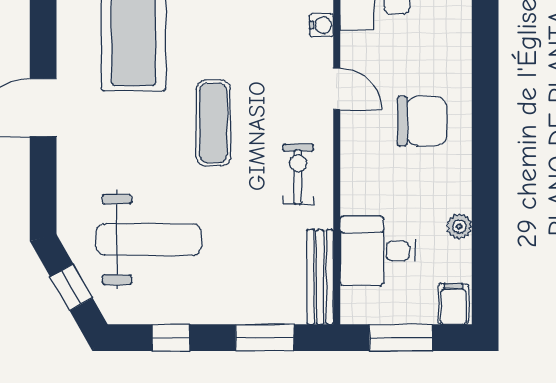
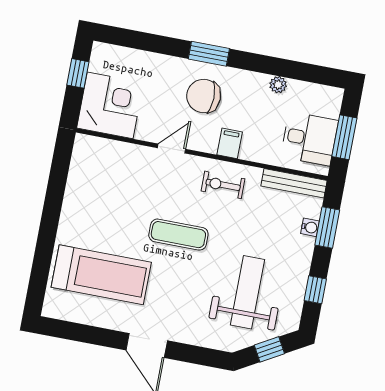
water cooler: (321, 25) -> (310, 227), moved, turned 90
window: (485, 117) -> (209, 54), added
chair: (422, 121) -> (204, 96), turned -89
desk: (378, 251) -> (309, 139), moved, turned -90
filing cabinet: (453, 304) -> (230, 143), moved, turned 90

